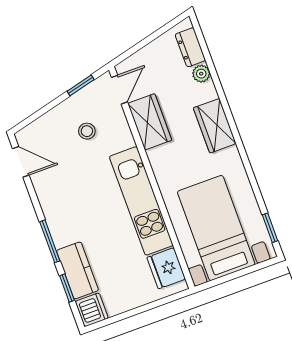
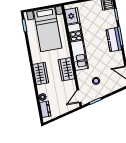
wardrobe: (150, 122) -> (66, 69), moved
kitchen counter: (77, 270) -> (114, 40), moved

